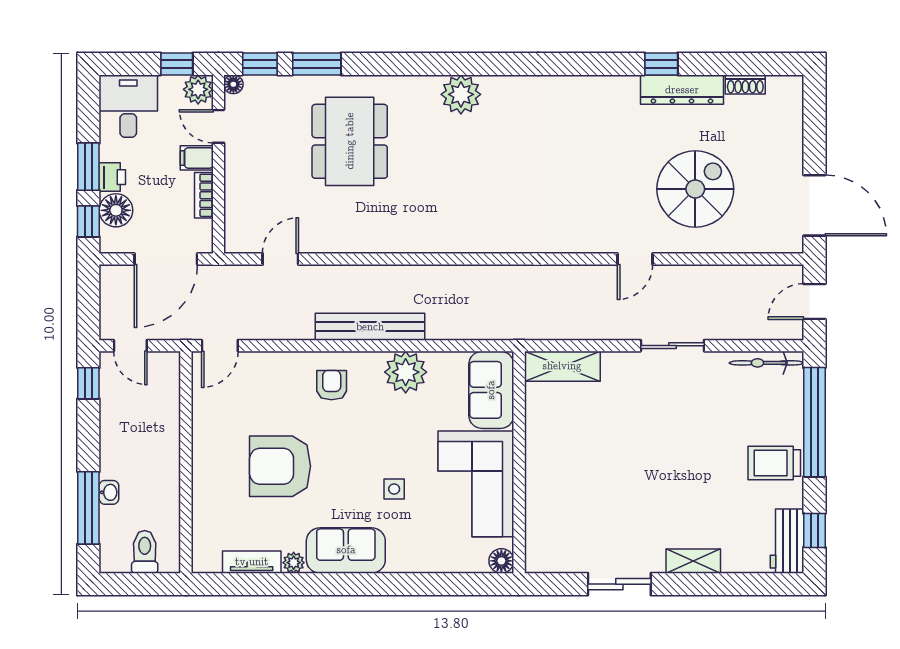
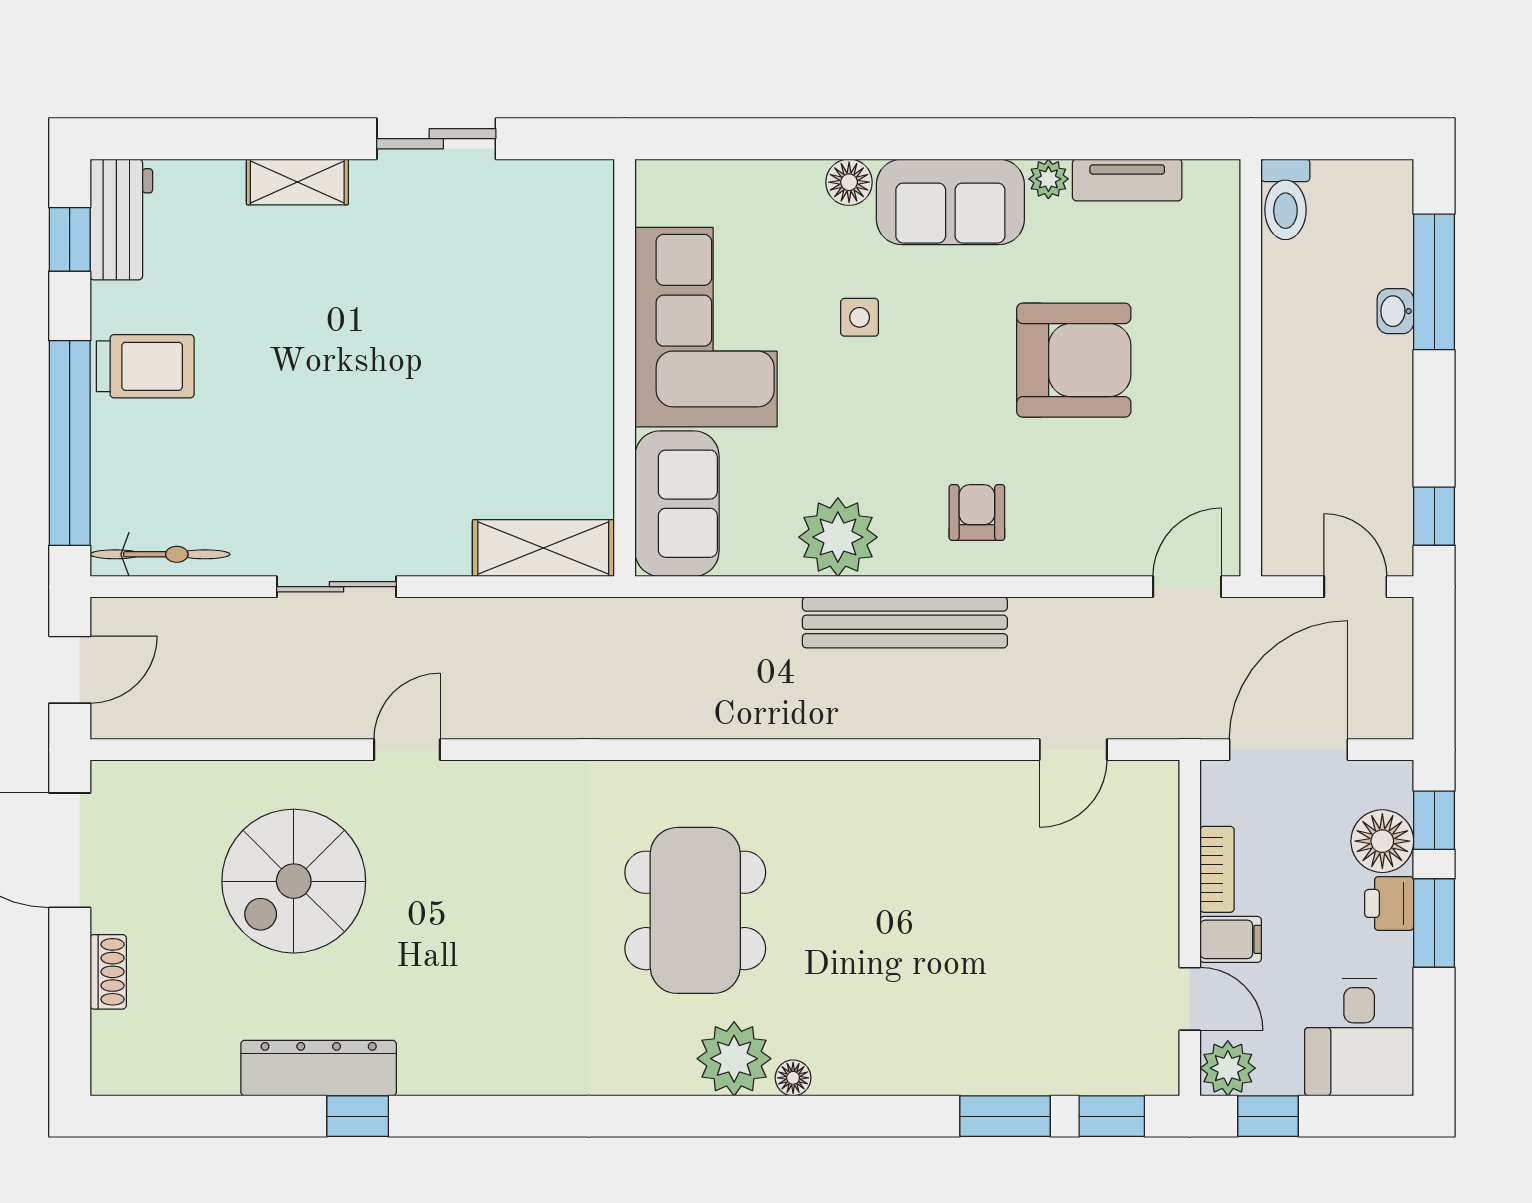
floor lamp: (233, 84) -> (793, 1078), moved
shoe rack: (745, 84) -> (108, 972), moved, turned 90
dining table: (350, 141) -> (695, 910), moved
armchair: (332, 385) -> (977, 512), turned 180
toilet: (145, 552) -> (1285, 199), moved
floor lamp: (501, 561) -> (849, 182), moved

